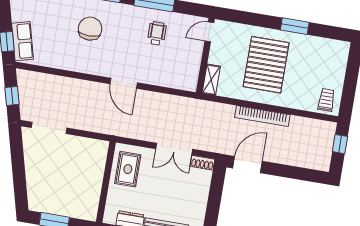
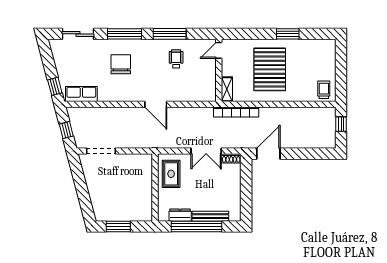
row of seats: (22, 41) -> (81, 94), moved, turned -75
bookcase: (262, 116) -> (236, 112), moved

